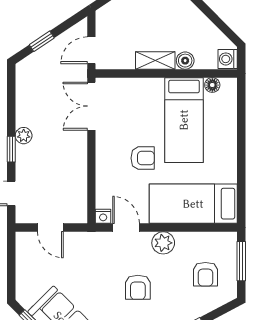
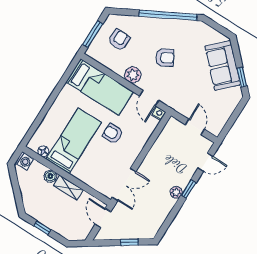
door: (91, 50) -> (103, 218), swing flipped
armchair: (138, 287) -> (165, 58), turned 61

